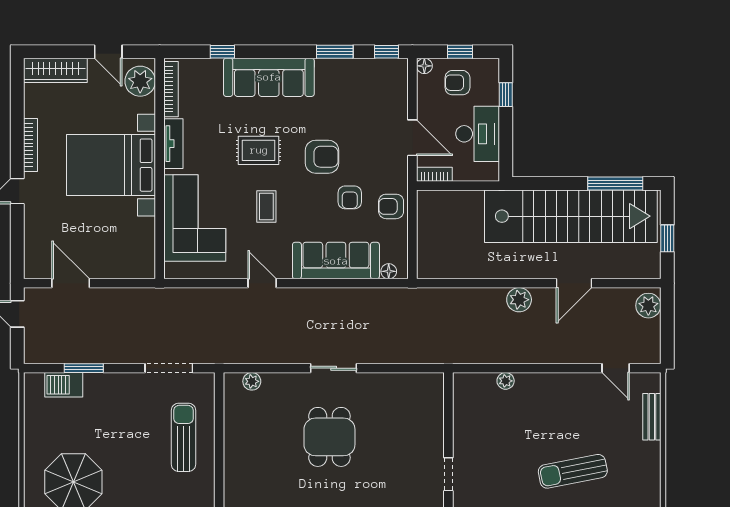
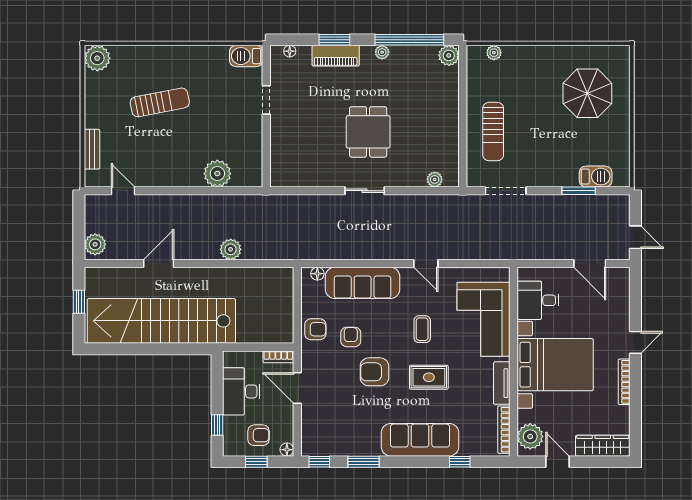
window: (615, 183) -> (123, 349), removed
desk: (131, 240) -> (538, 300), added
plant: (519, 300) -> (231, 249), moved
plant: (506, 381) -> (217, 174), width x1.87, depth x1.87

